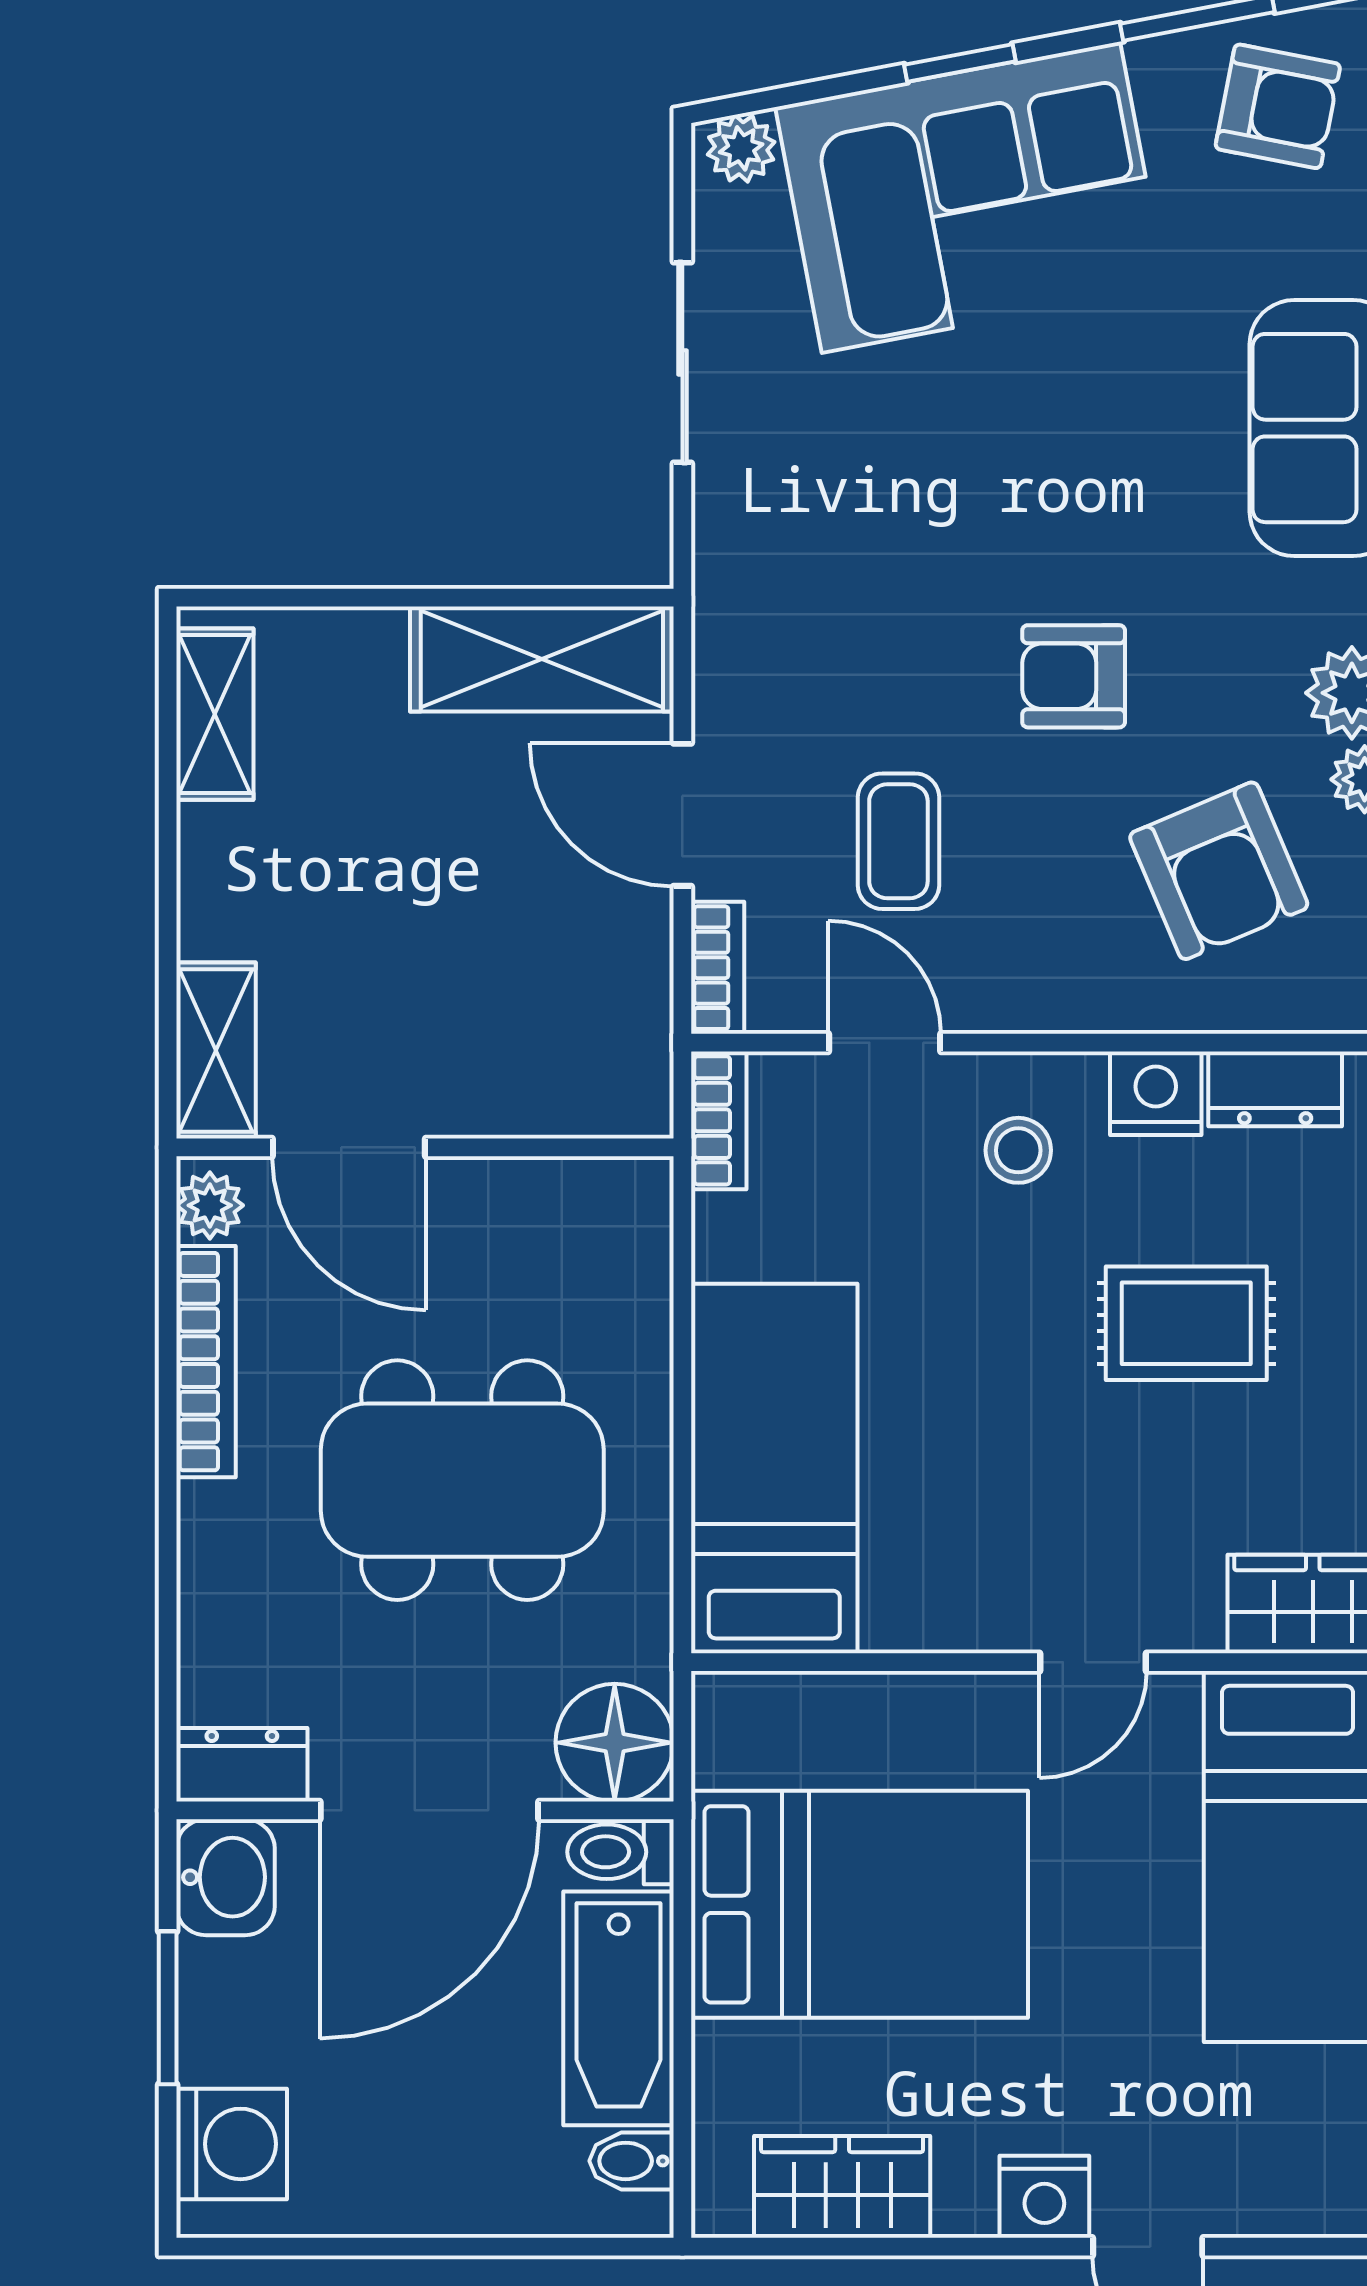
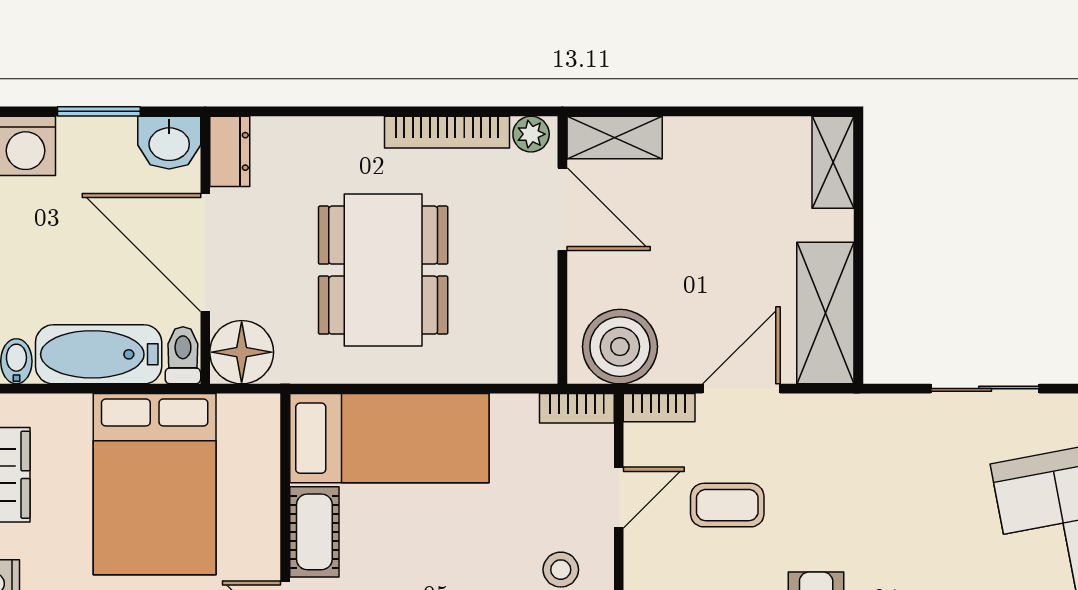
shelving: (215, 714) -> (833, 162), moved, turned 90
boiler: (604, 1040) -> (620, 347), added
door: (349, 1147) -> (562, 209), swing flipped
cot: (948, 1608) -> (314, 532), added

